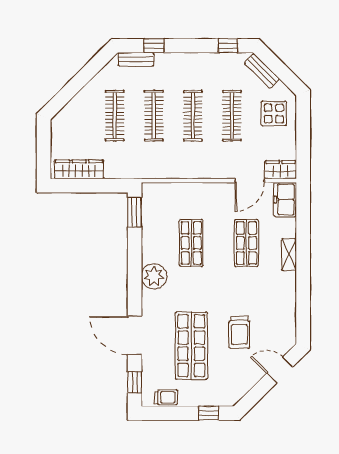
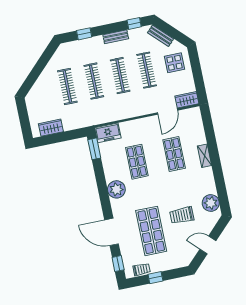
bench: (136, 59) -> (116, 37), moved
wardrobe: (79, 169) -> (51, 128), width x0.67
freezer: (285, 200) -> (108, 133), moved, turned -90
plant: (284, 323) -> (211, 203), added
trolley: (239, 332) -> (182, 215), turned 90
door: (280, 370) -> (208, 245), moved
window: (209, 413) -> (155, 278), moved

